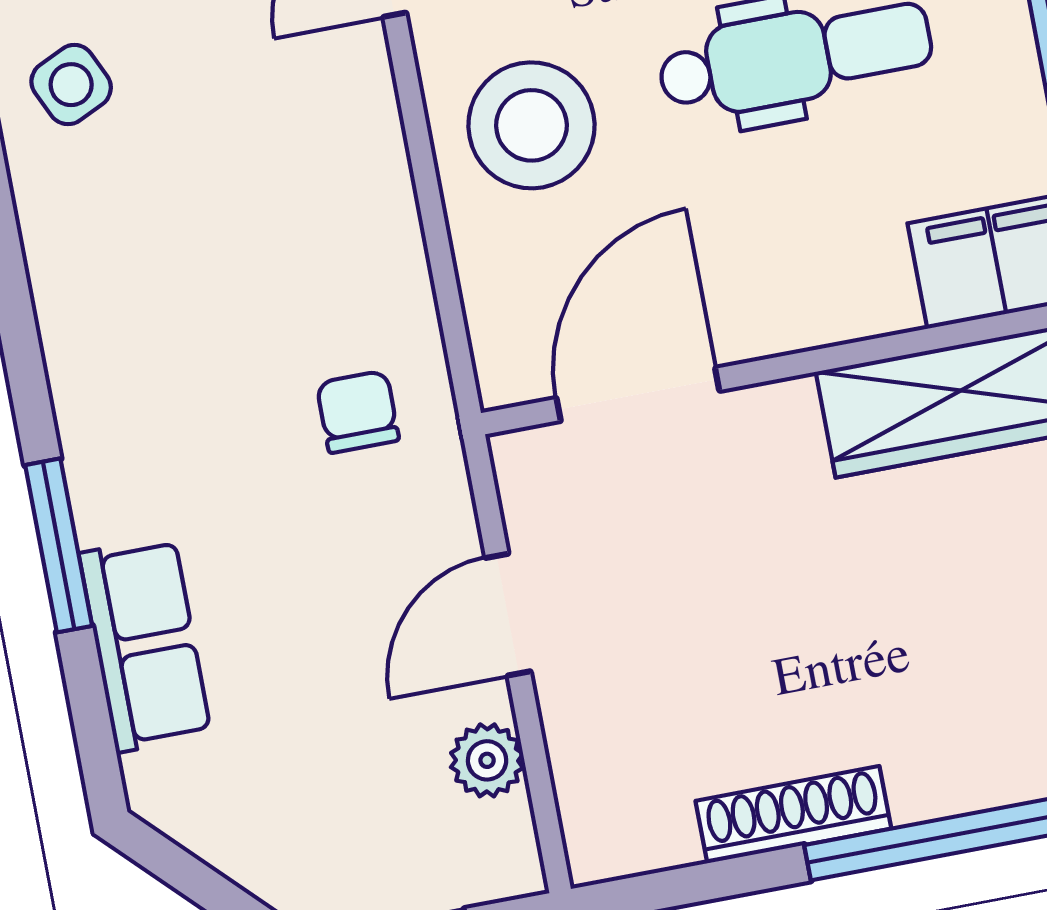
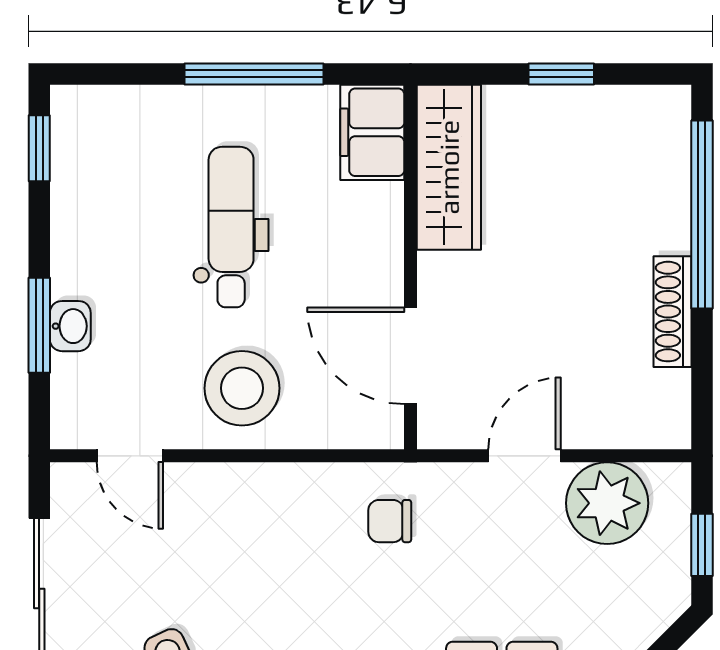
door: (508, 615) -> (524, 456), swing flipped
plant: (487, 760) -> (607, 503), width x1.87, depth x1.87

